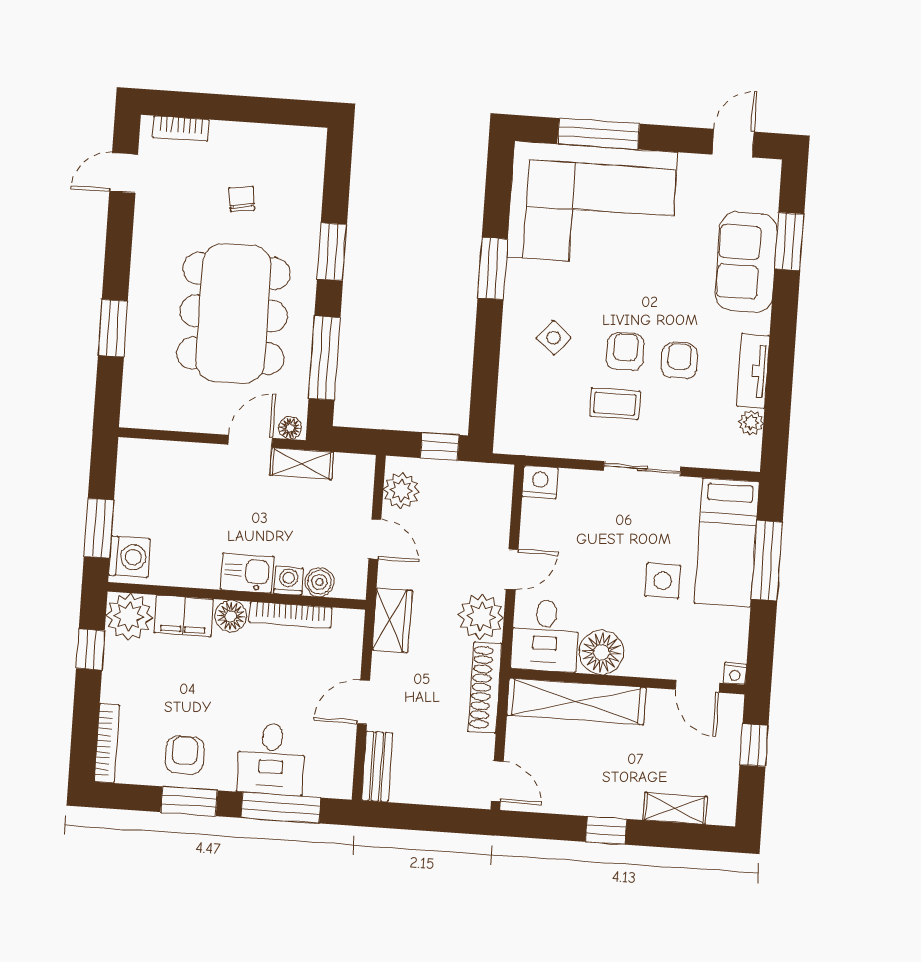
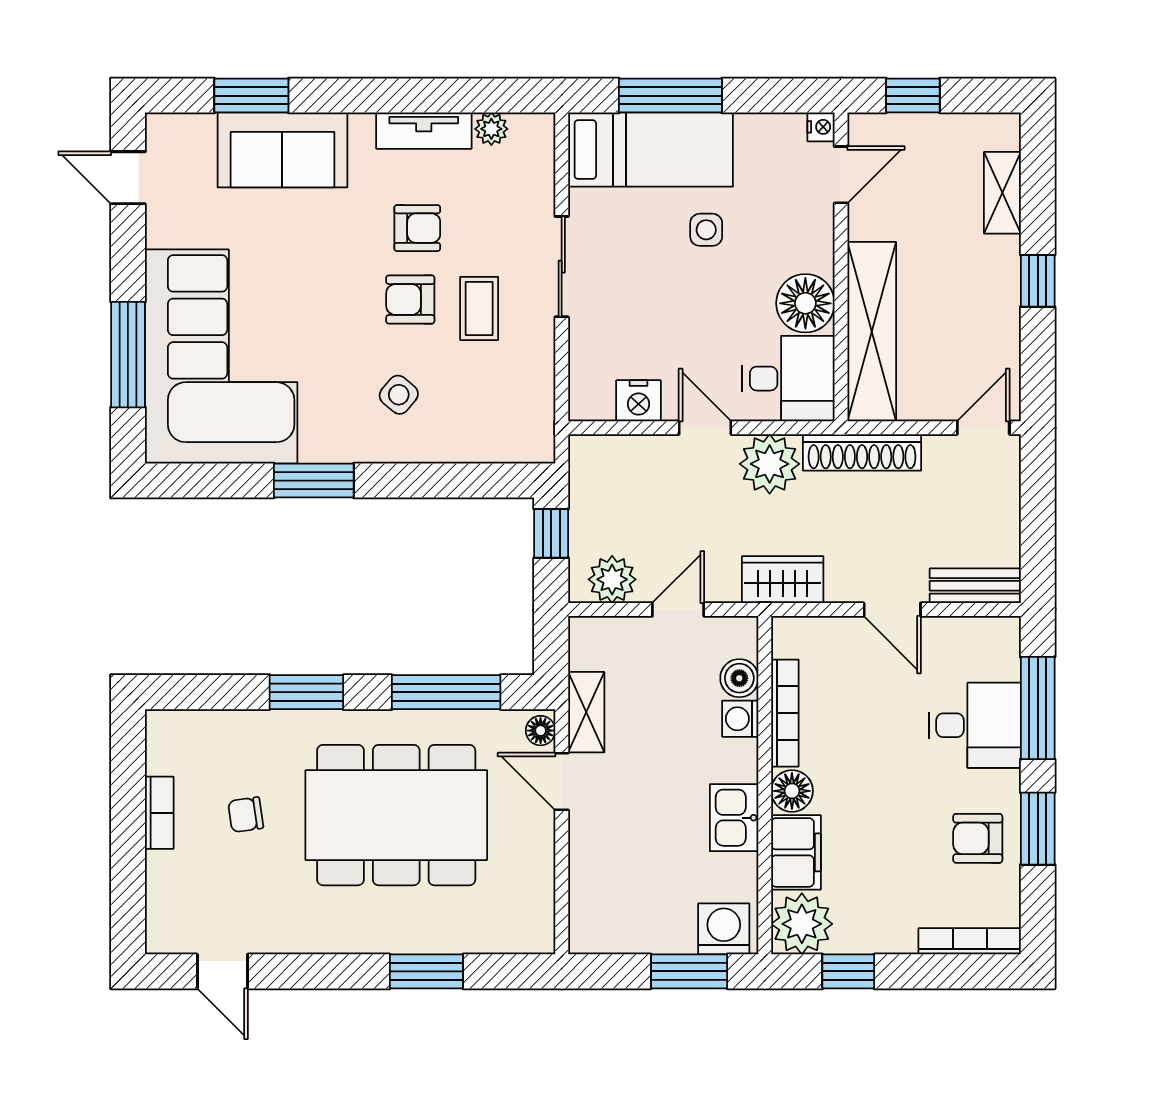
bookcase: (181, 128) -> (159, 813), moved
armchair: (679, 361) -> (417, 228), turned 180
nightstand: (540, 482) -> (638, 401), moved, turned -90
kitchen sink: (247, 573) -> (734, 818), moved
side table: (663, 581) -> (706, 230), width x0.73, depth x0.73

